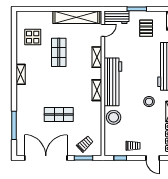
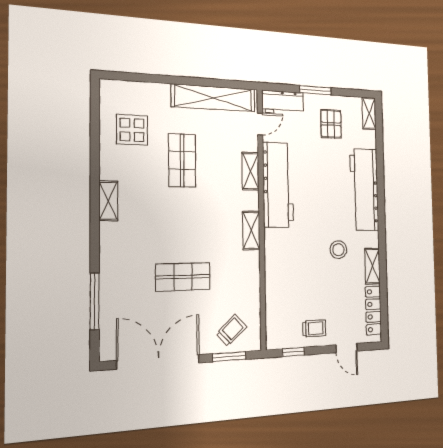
workbench: (113, 82) -> (278, 185), moved
stool: (114, 117) -> (281, 279), removed

